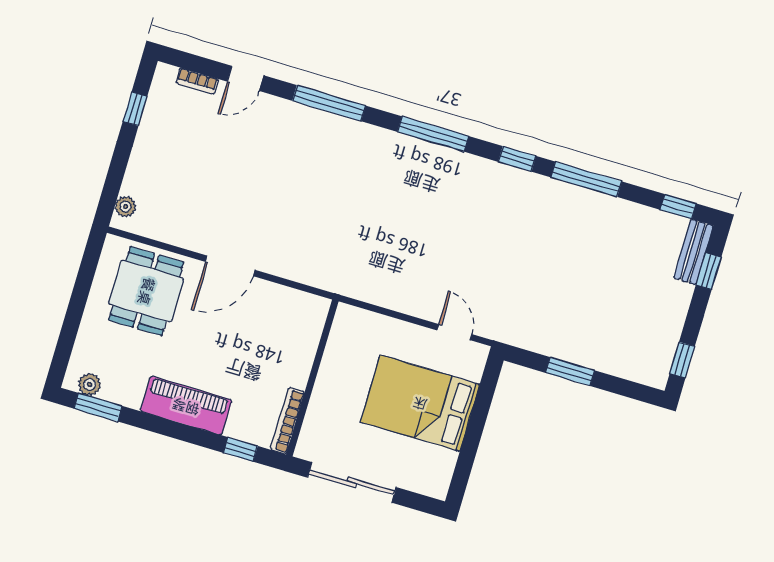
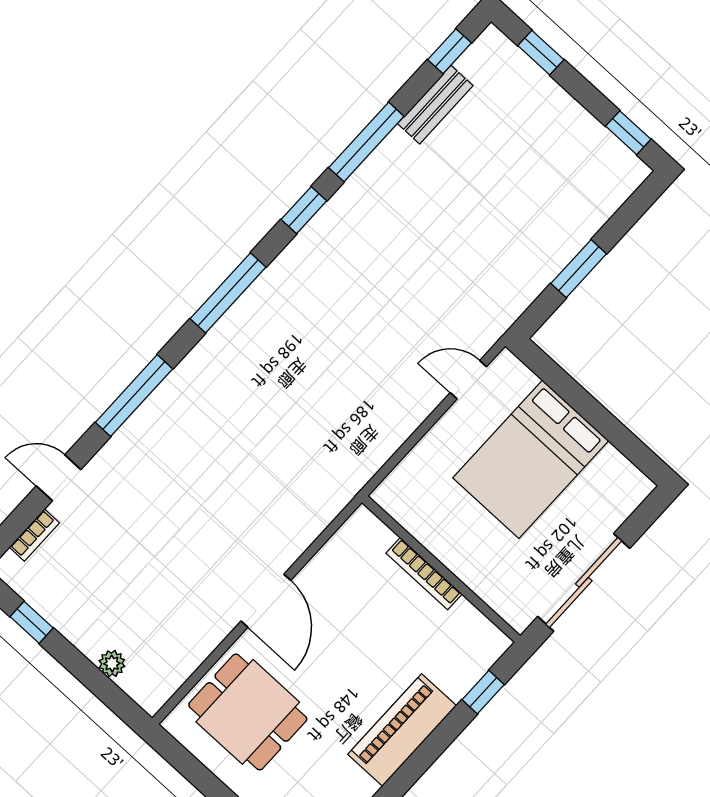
door: (246, 78) -> (59, 478), swing flipped
plant: (125, 207) -> (112, 664), moved
bench: (693, 252) -> (435, 105), moved, turned 90
bookcase: (288, 421) -> (424, 574), moved

